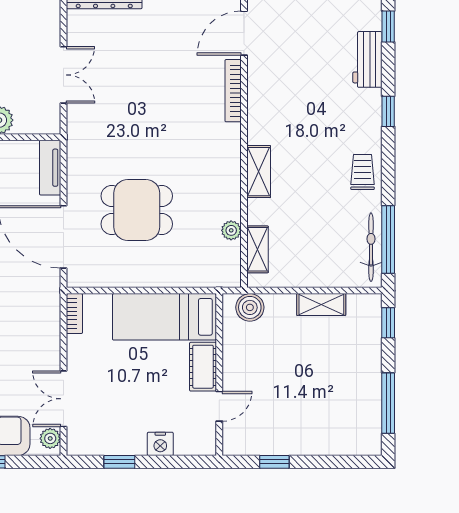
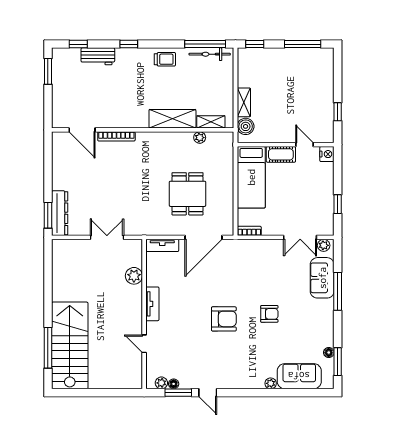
shelving: (259, 172) -> (172, 119), width x1.50, depth x1.33
trolley: (363, 172) -> (165, 59), turned 180
shelving: (321, 304) -> (244, 102), moved
nightstand: (160, 444) -> (327, 154), moved

